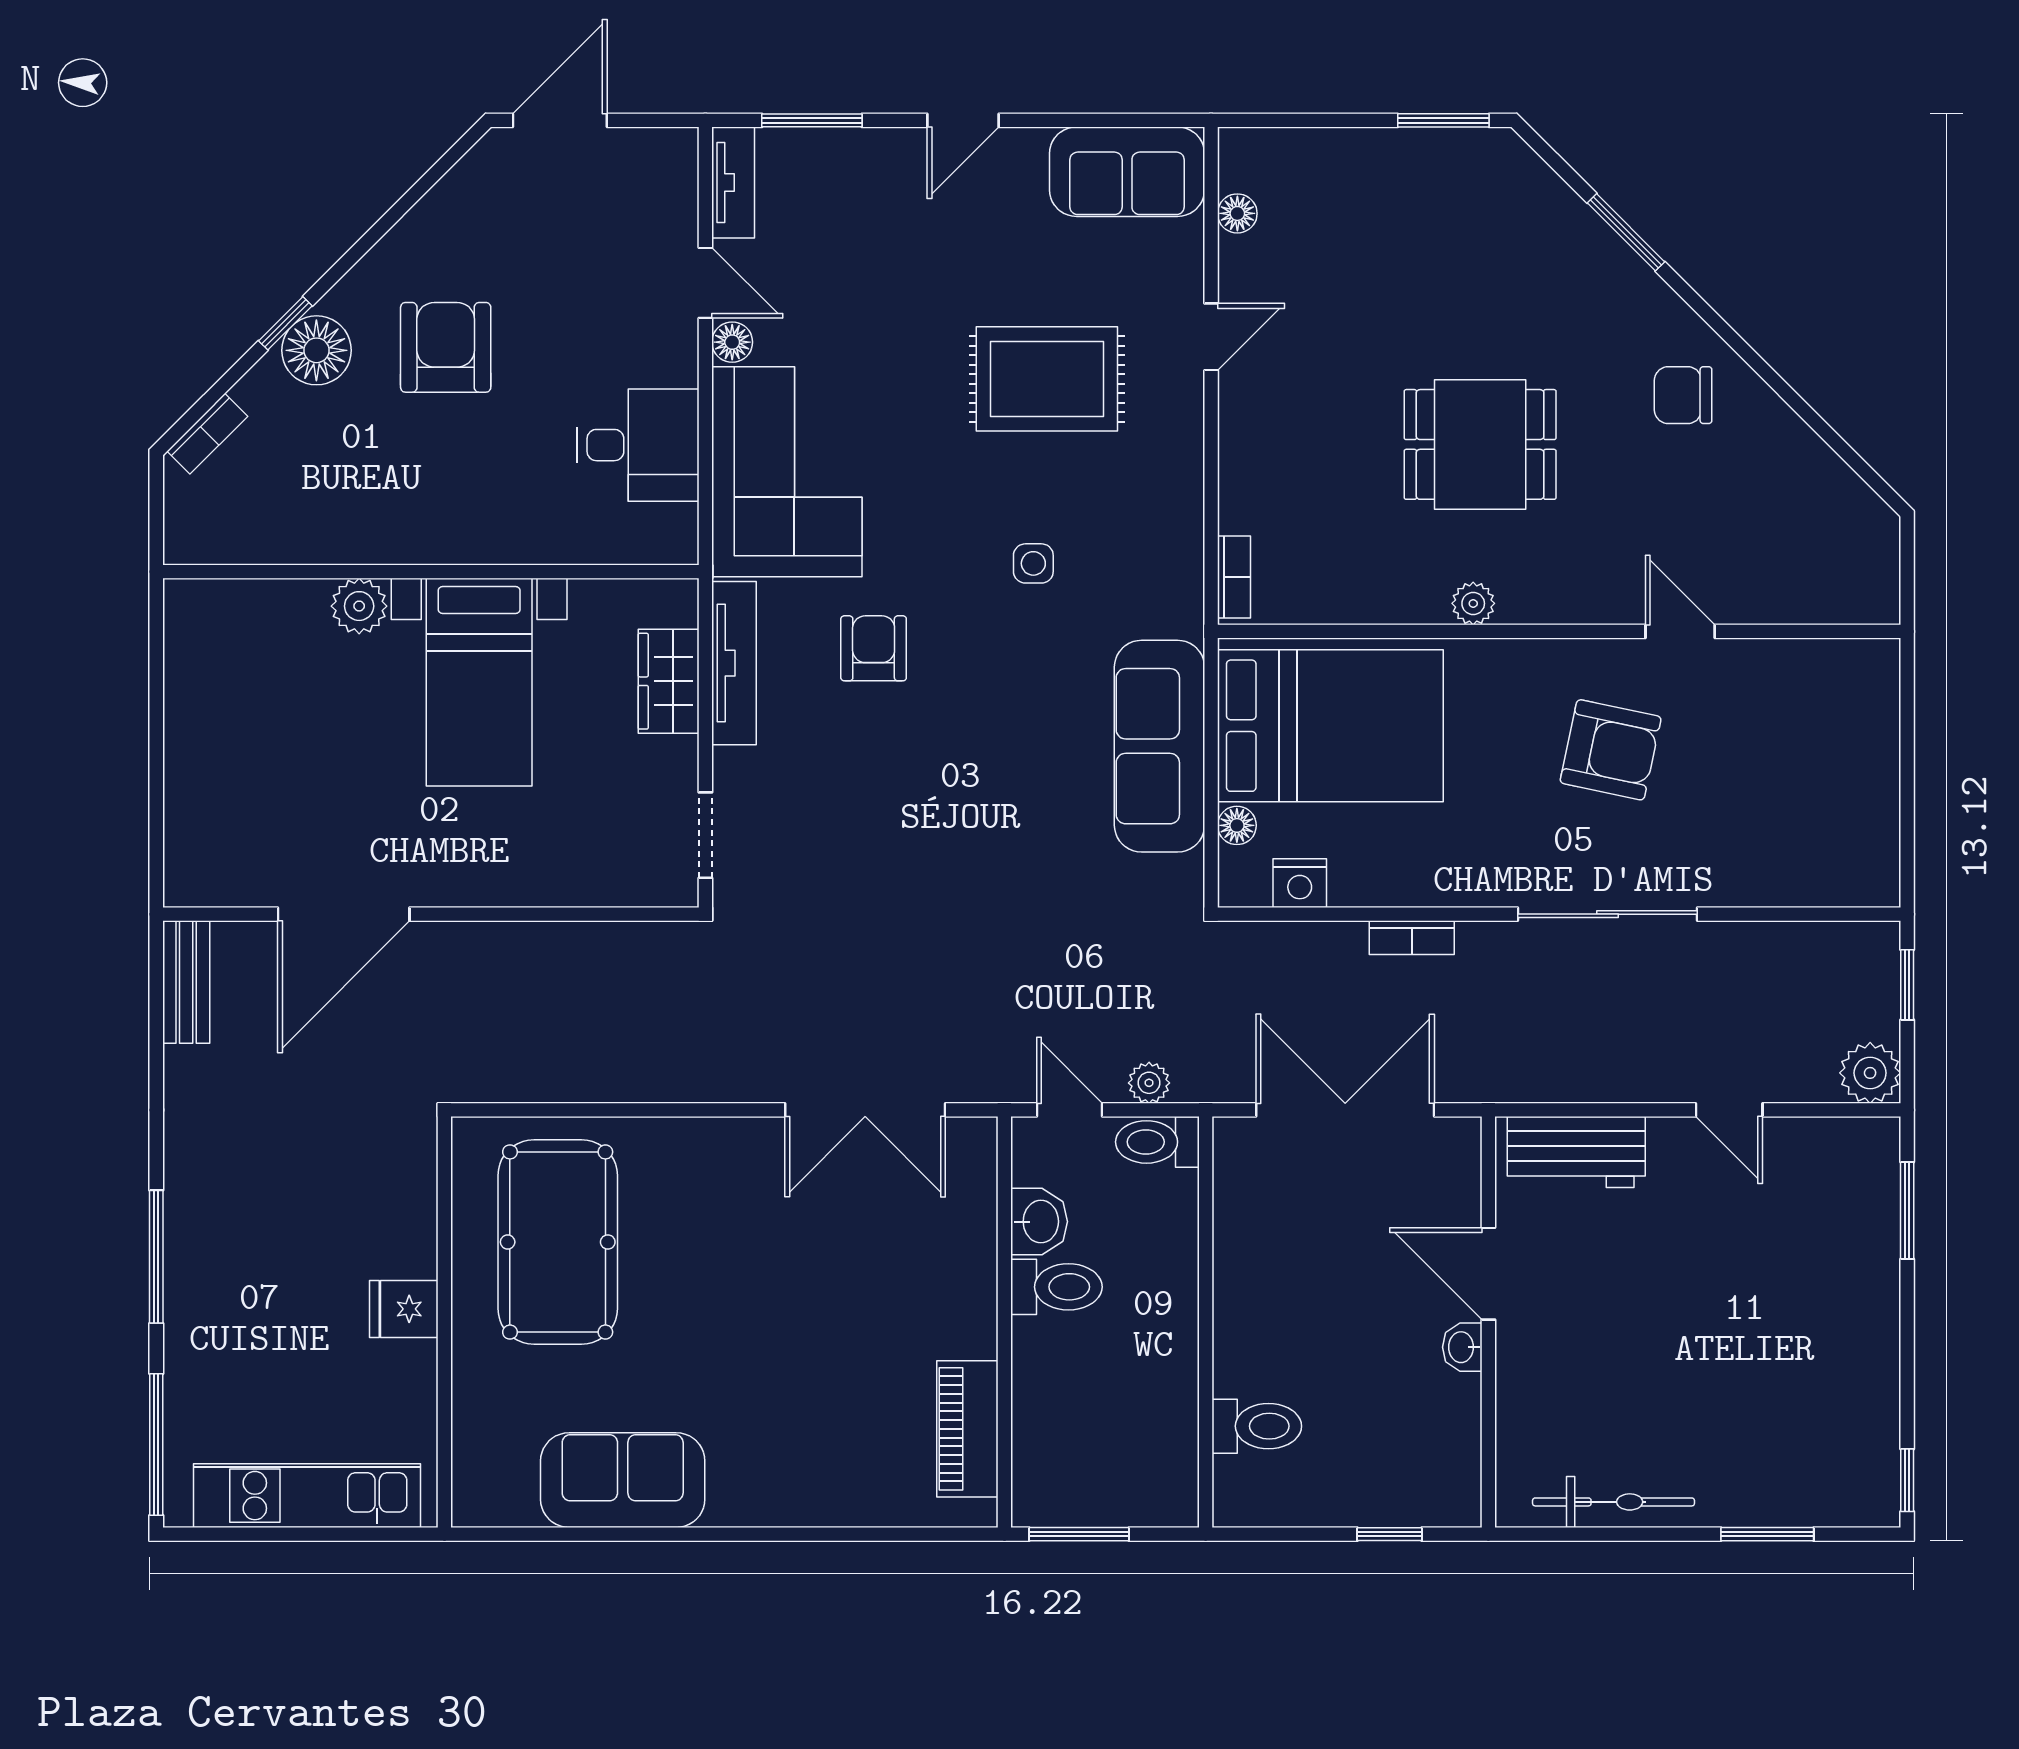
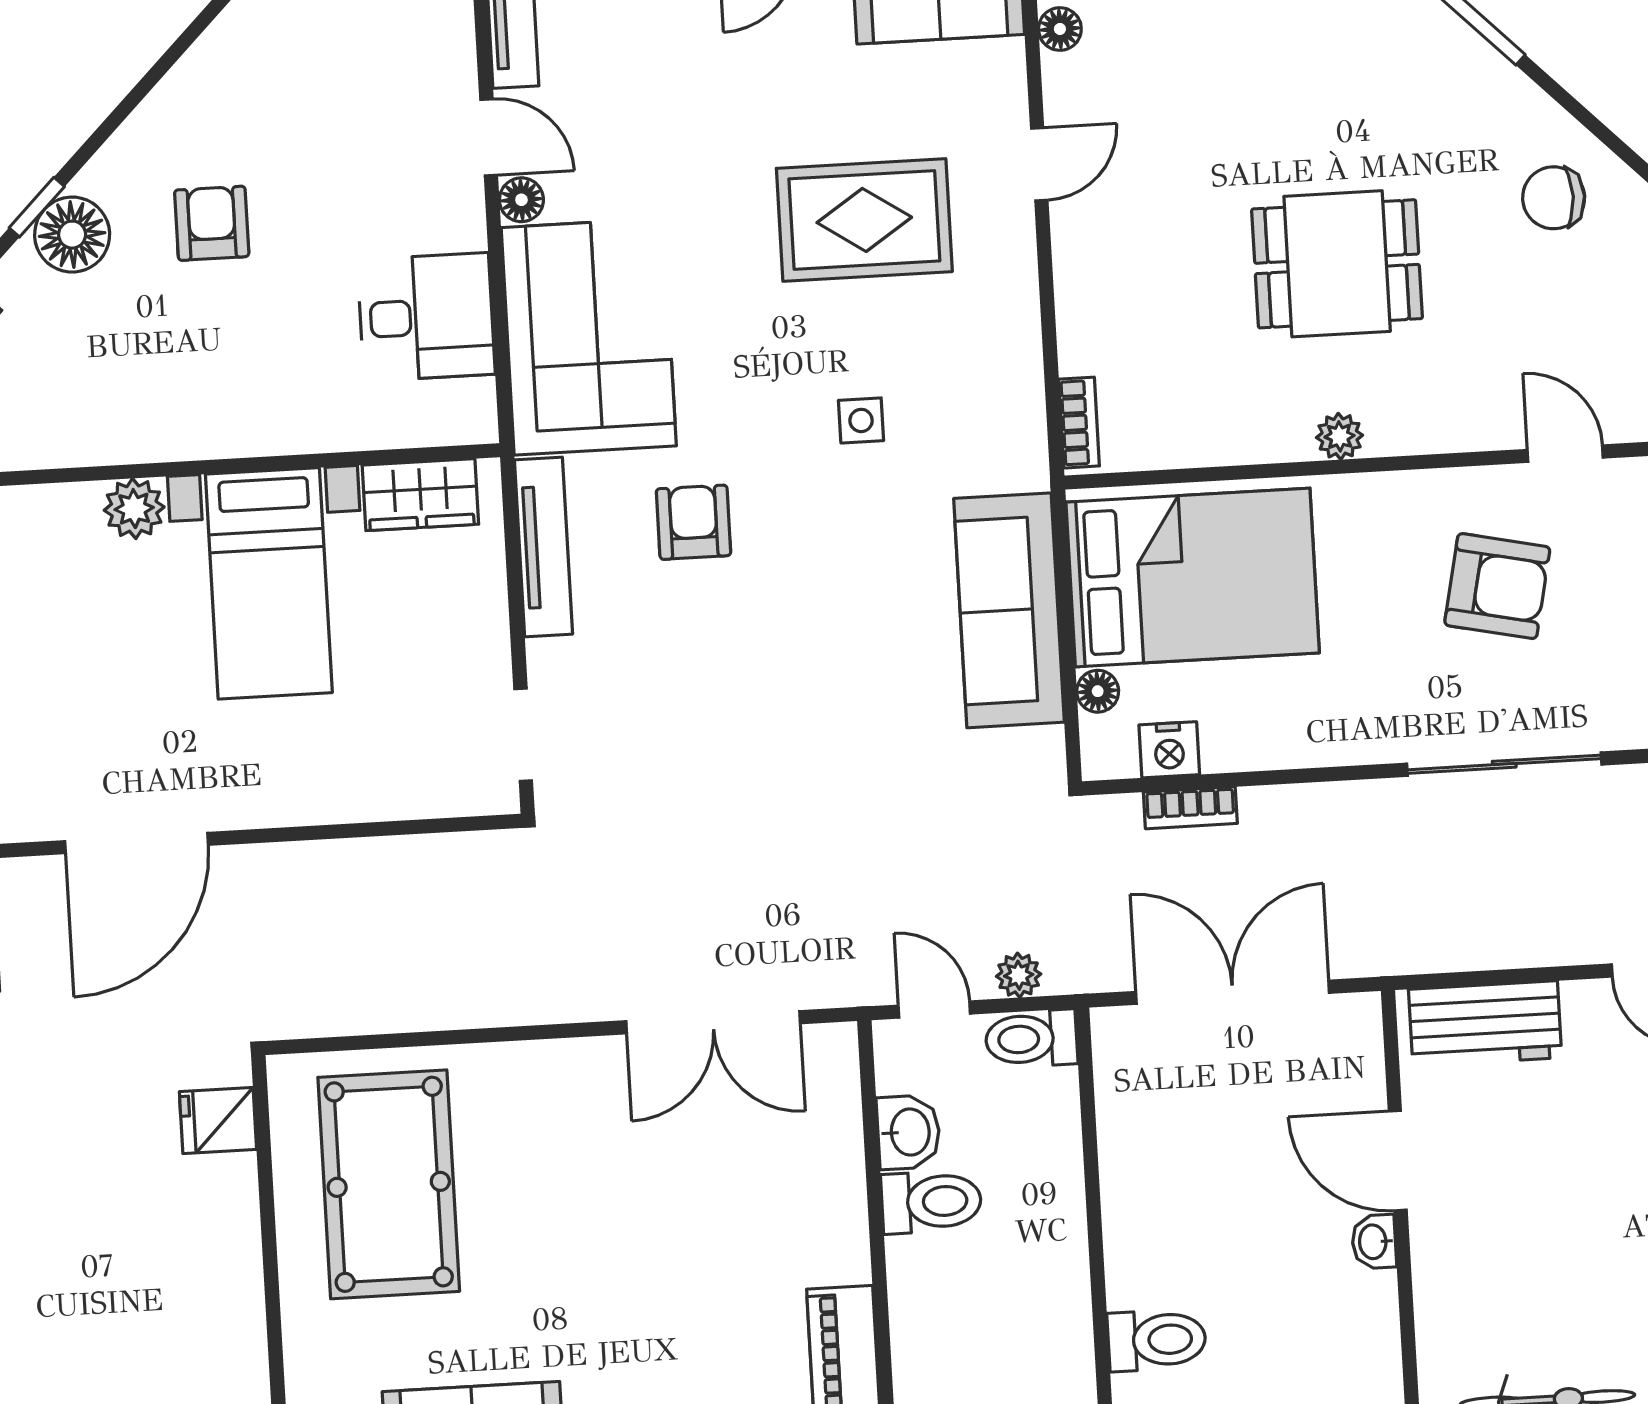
armchair: (446, 347) -> (212, 223), width x0.72, depth x0.72
wardrobe: (669, 681) -> (420, 495), moved, turned -90
bookcase: (1412, 938) -> (1190, 808), moved
fridge: (404, 1309) -> (218, 1120), moved

